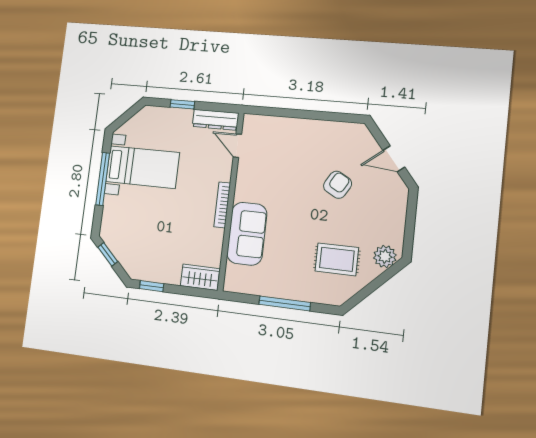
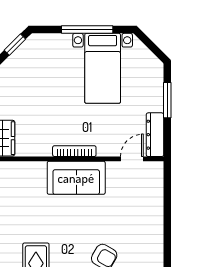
window: (182, 104) -> (167, 100), width x1.50
sofa: (247, 234) -> (76, 178), moved

